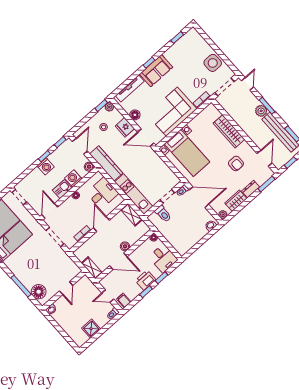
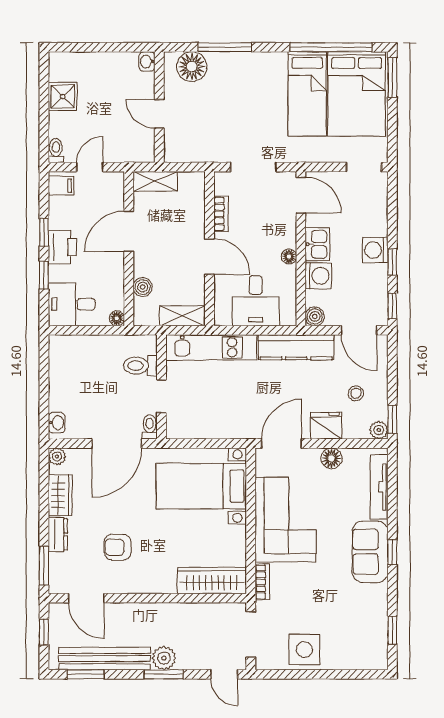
wardrobe: (229, 131) -> (212, 580), moved
boiler: (125, 246) -> (143, 287), moved

